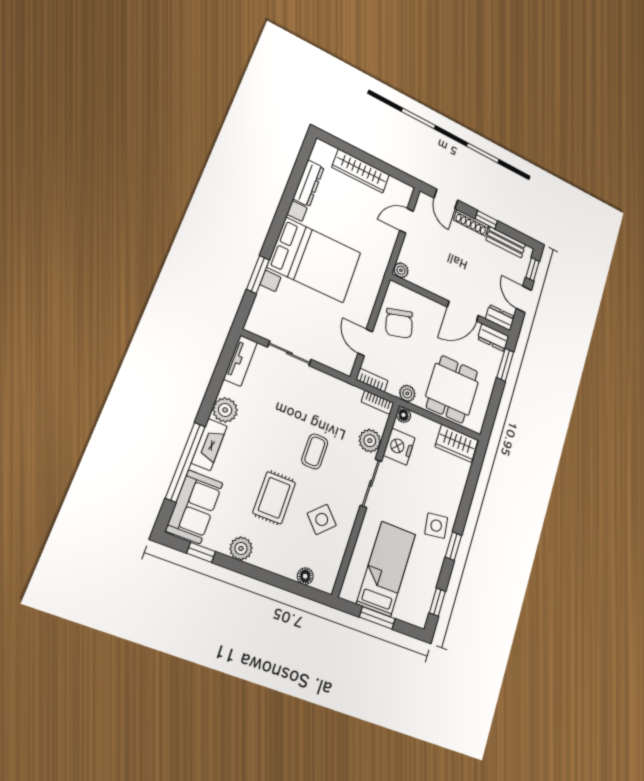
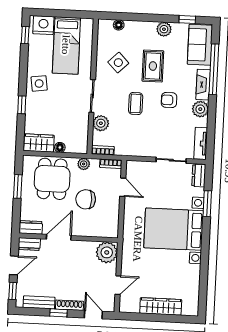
dresser: (309, 183) -> (199, 176), moved, width x0.70
plant: (401, 270) -> (107, 252), width x1.87, depth x1.87
door: (524, 299) -> (14, 265), hinge flipped
chair: (399, 323) -> (86, 199), moved, turned -74
window: (505, 365) -> (18, 186), moved
floor lamp: (403, 415) -> (60, 147), moved
armchair: (266, 440) -> (169, 100), added
nightstand: (399, 447) -> (43, 25), moved, turned -90
window: (453, 546) -> (22, 105), moved
window: (377, 618) -> (64, 14), removed

